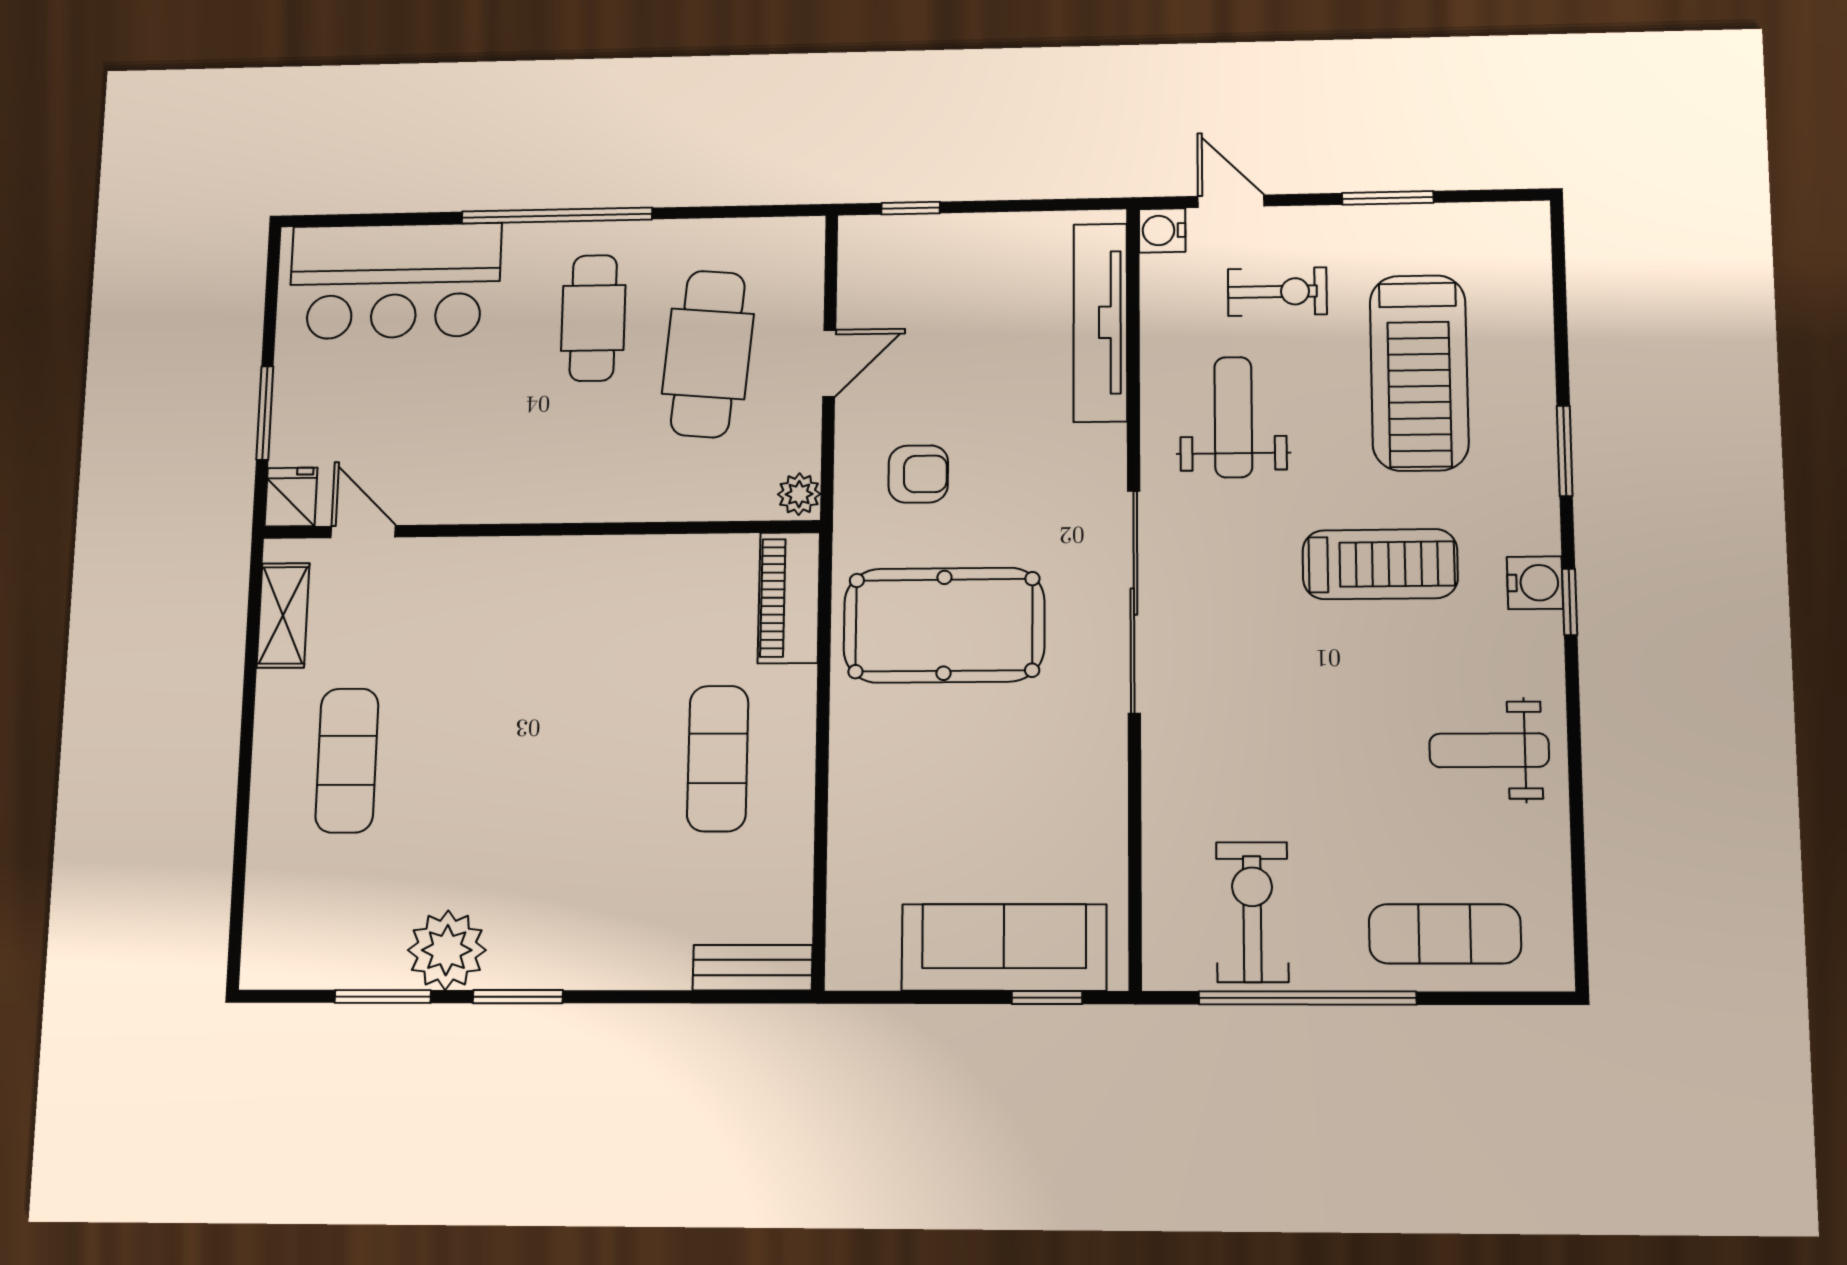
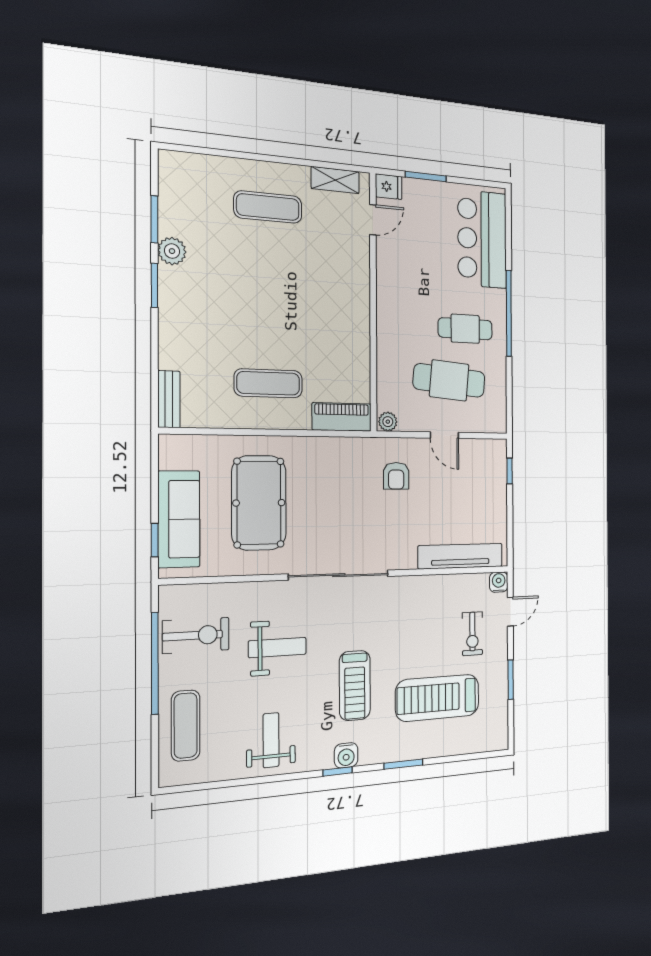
weight bench: (1233, 417) -> (277, 648), moved
pool table: (944, 625) -> (259, 503), moved
plant: (447, 950) -> (172, 251), width x0.73, depth x0.73

